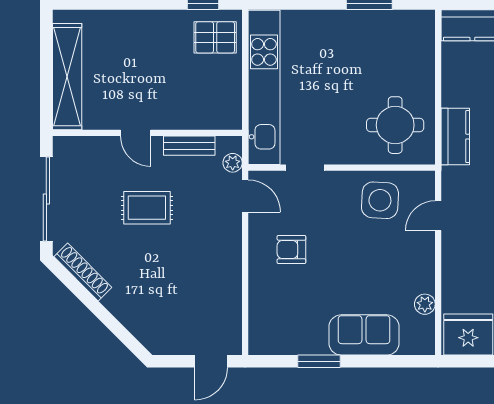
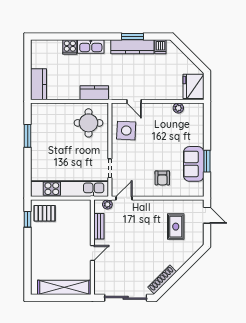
pallet: (215, 37) -> (45, 213), turned 90
rug: (147, 208) -> (176, 227), moved
armchair: (291, 249) -> (162, 178), moved
sofa: (364, 335) -> (194, 164), moved

